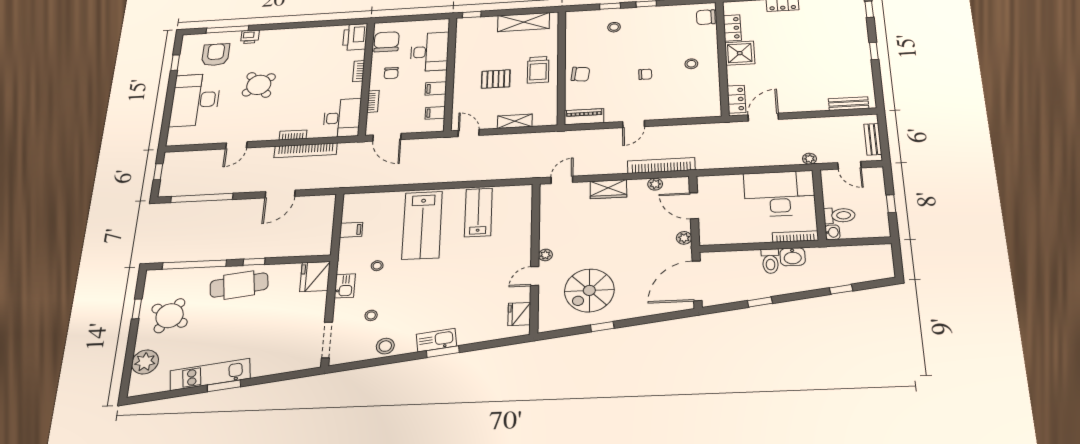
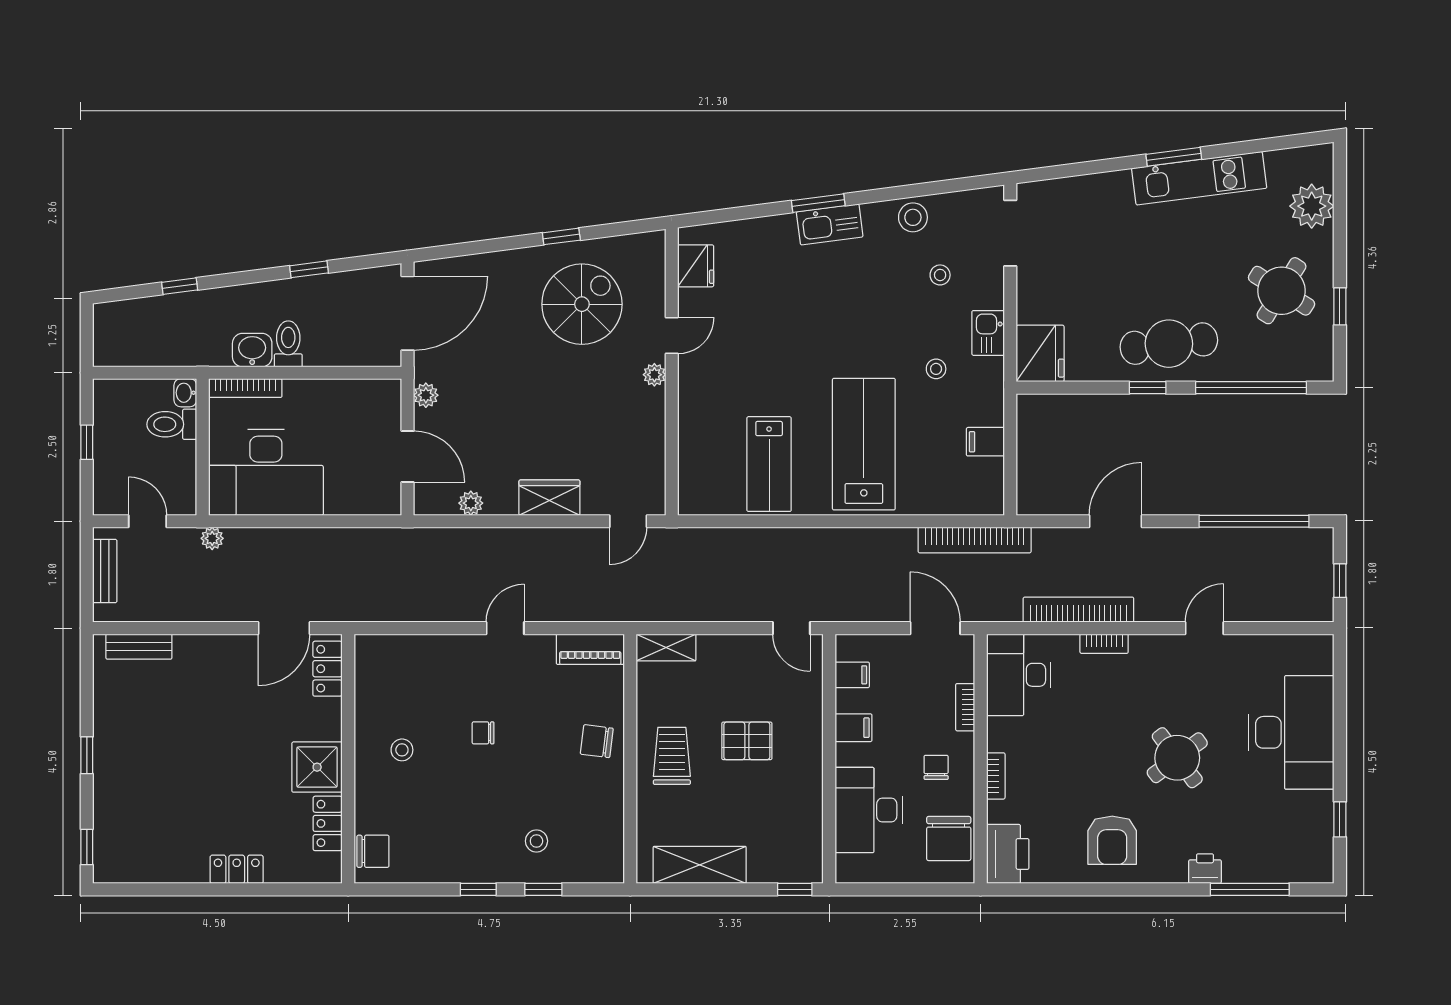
armchair: (216, 55) -> (1112, 840), moved
shelving: (515, 121) -> (666, 648), moved
bookcase: (661, 165) -> (975, 540), moved

